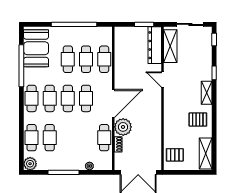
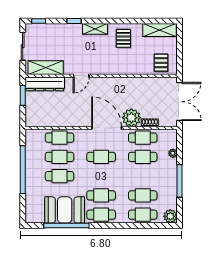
booth: (36, 48) -> (65, 210), moved
cafe table: (68, 98) -> (143, 157), moved

